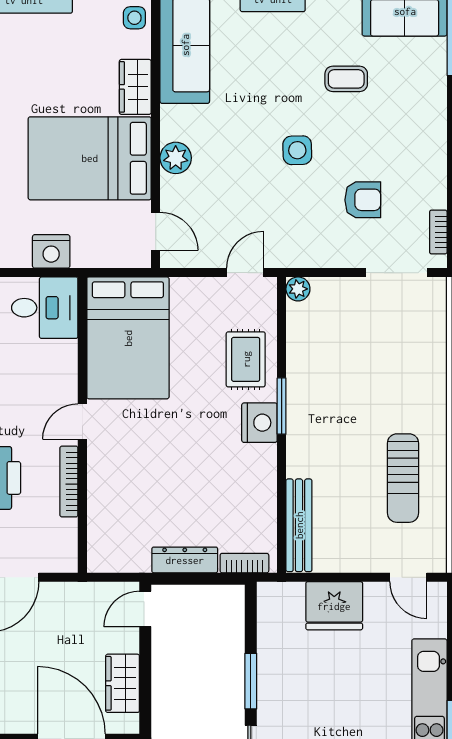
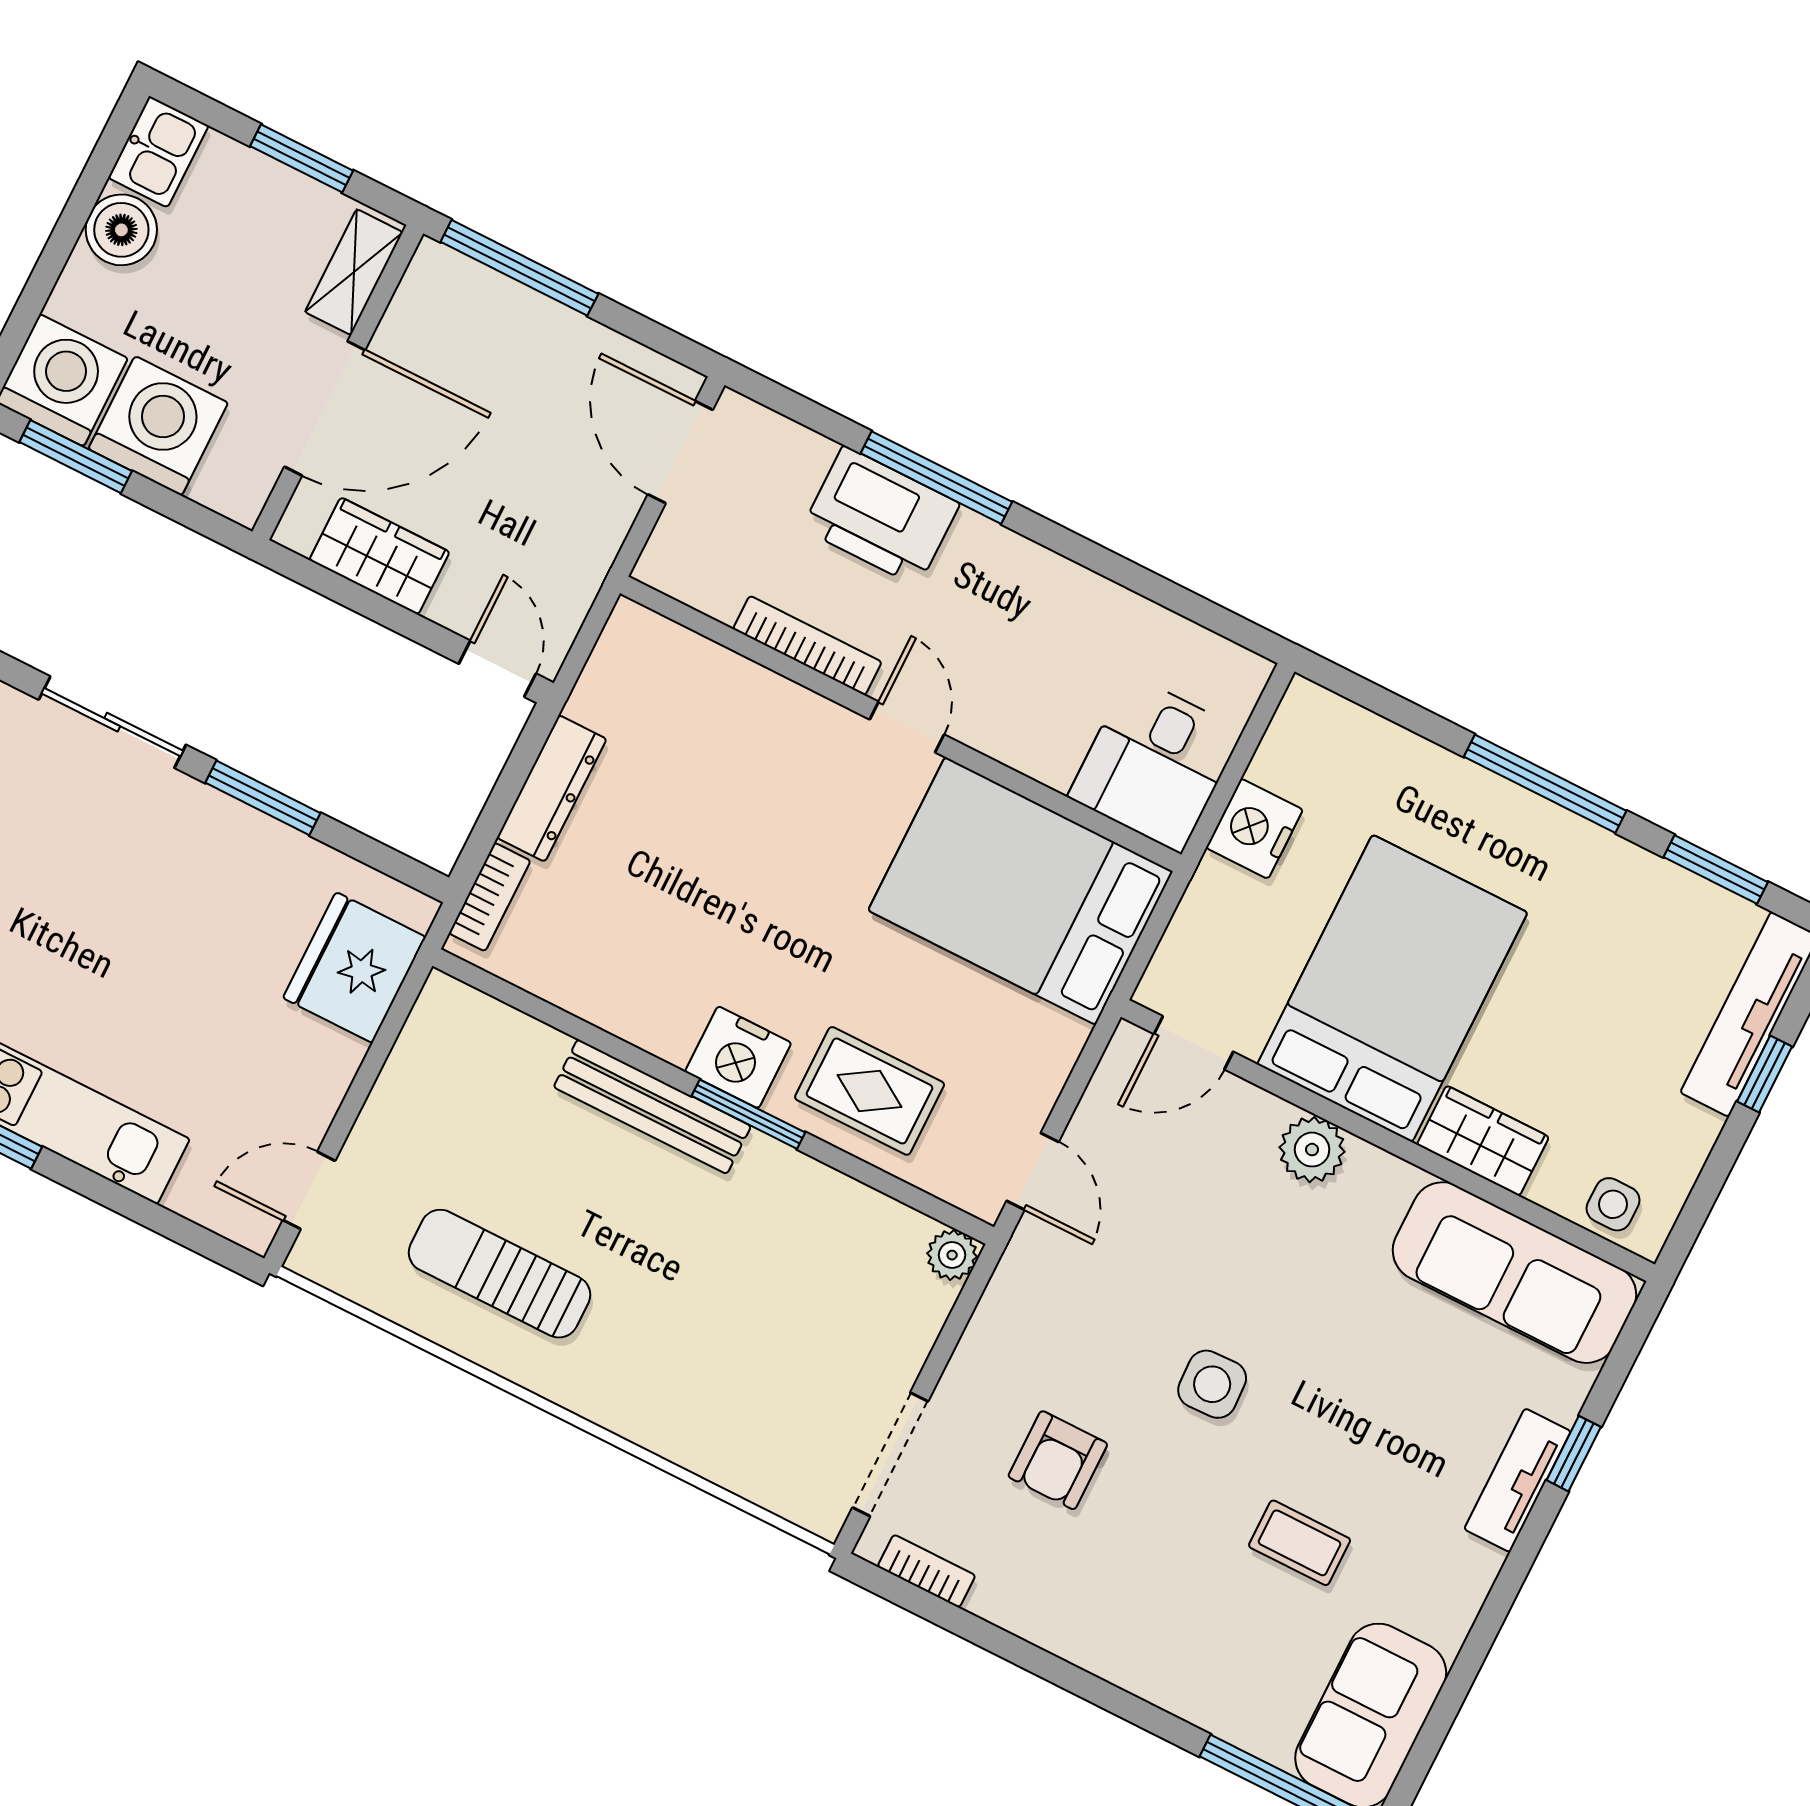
coffee table: (346, 79) -> (1300, 1543), turned 90
bench: (299, 525) -> (652, 1107), moved
fridge: (334, 606) -> (354, 968), moved

